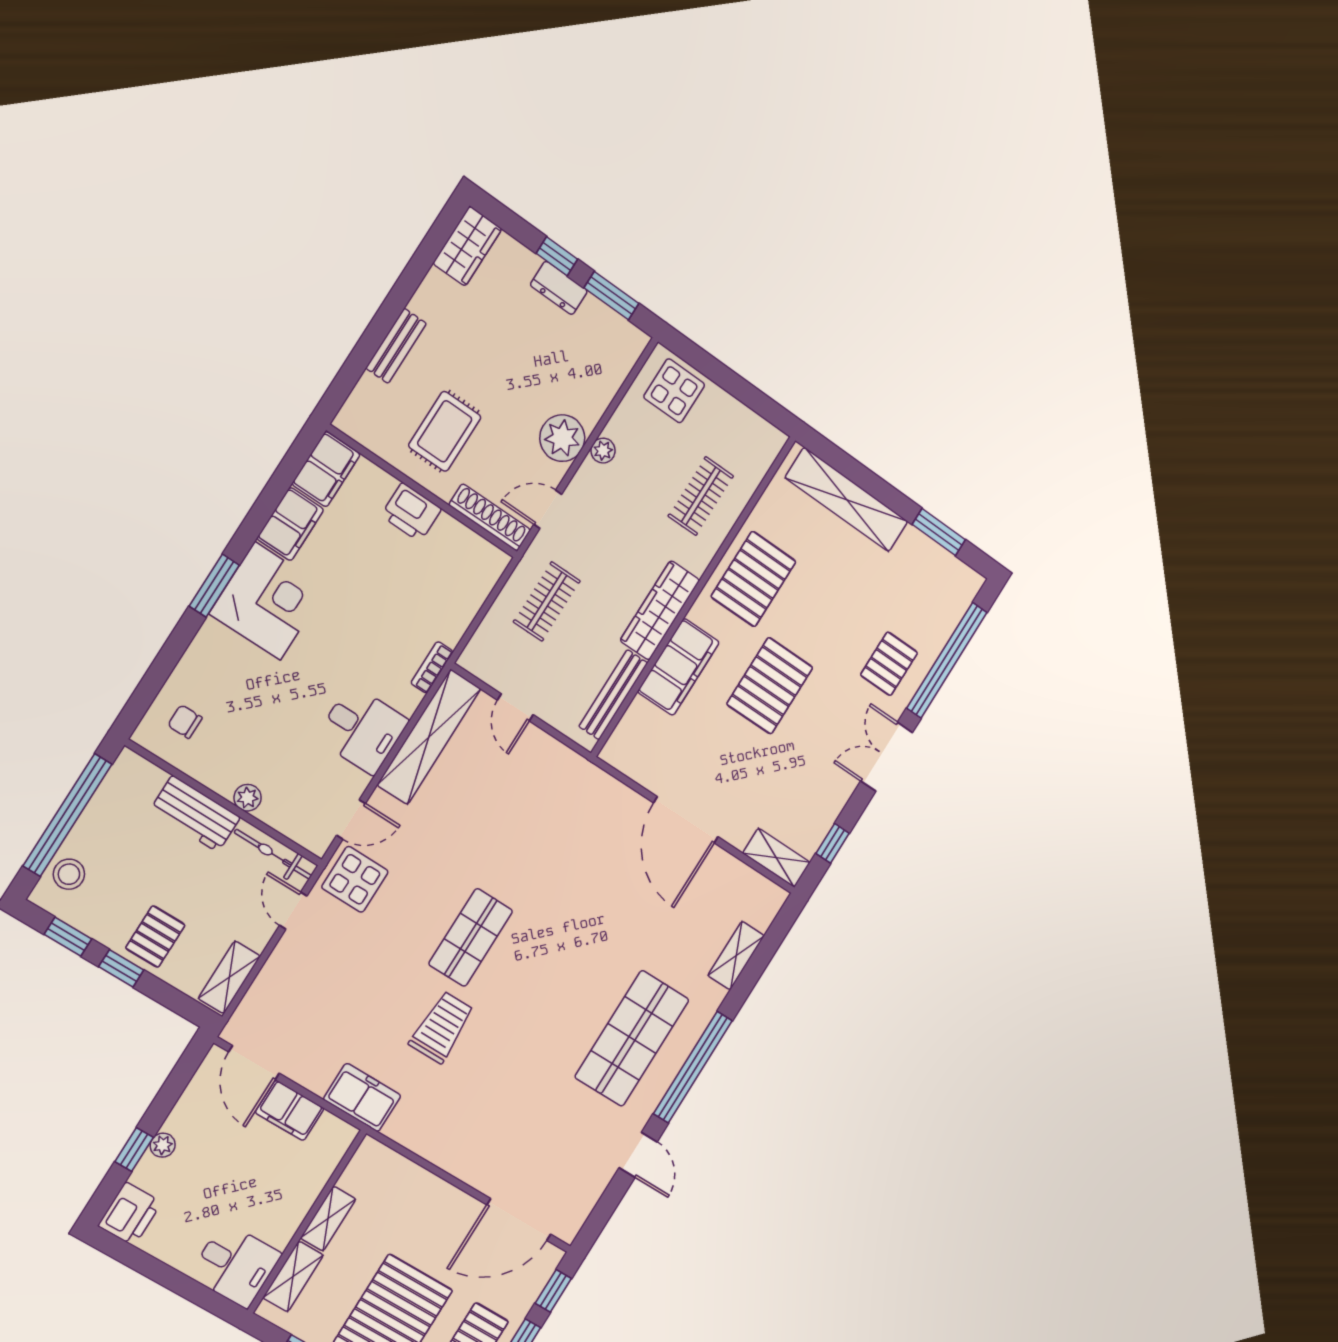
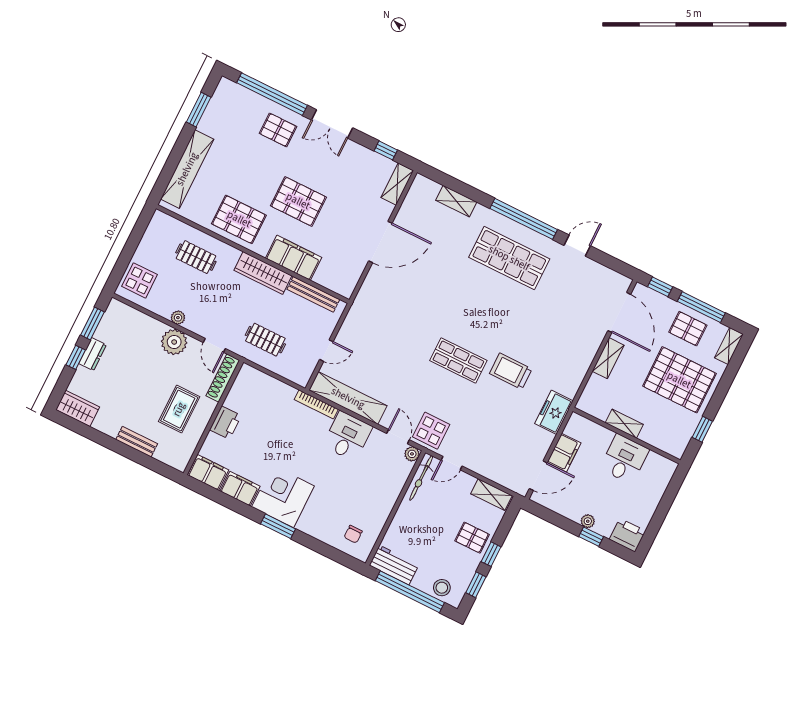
rug: (445, 431) -> (179, 409), turned 90
bookcase: (432, 667) -> (316, 404), width x1.56
plant: (248, 798) -> (412, 454), moved
workbench: (195, 814) -> (394, 565), moved, turned -90
desk: (235, 1265) -> (624, 459), moved
shelving: (293, 1276) -> (608, 358), moved, turned 90

